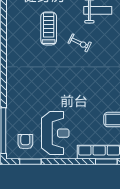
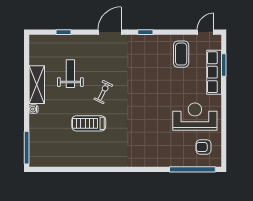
window: (30, 162) -> (224, 142), removed

